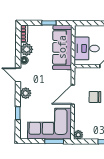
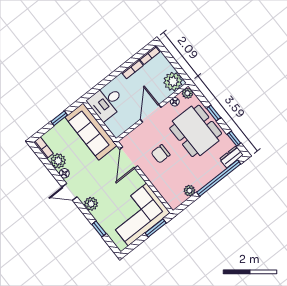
desk: (87, 48) -> (106, 102), moved
door: (73, 95) -> (129, 158), moved
plant: (78, 135) -> (189, 191), moved

